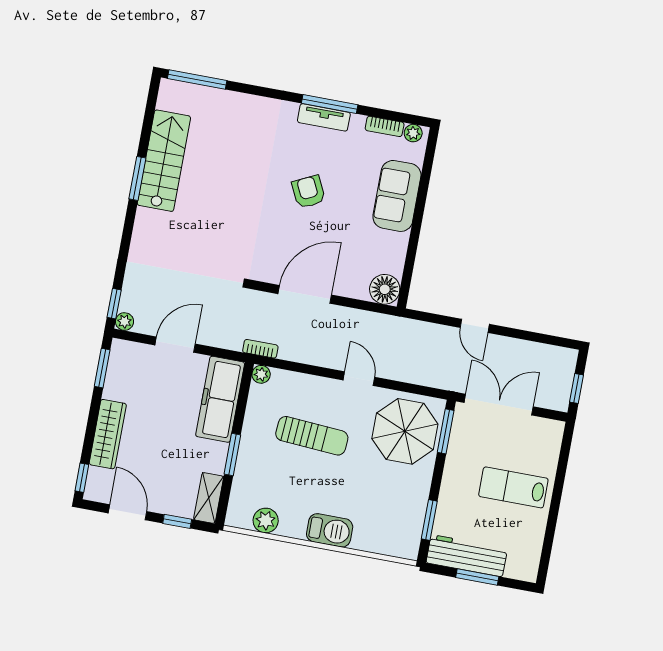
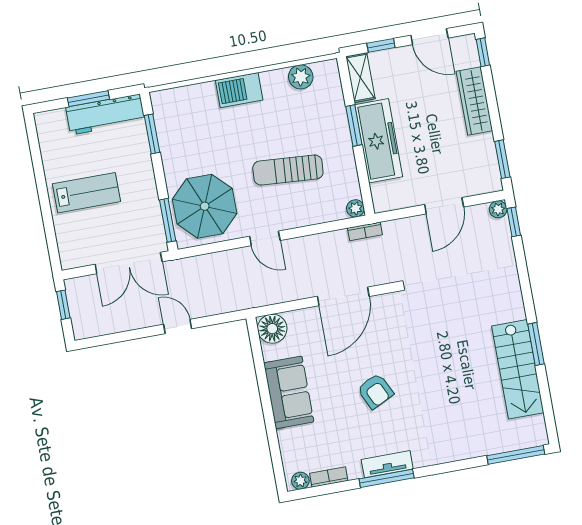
sofa: (397, 196) -> (289, 392), moved
freezer: (220, 399) -> (379, 141), moved

